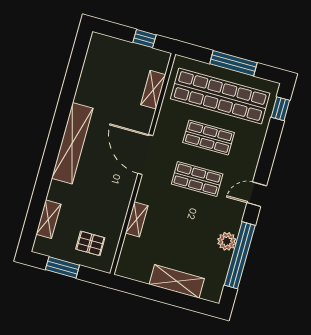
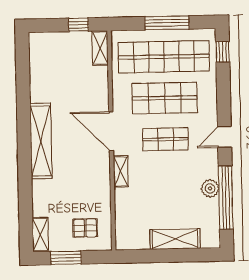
shelving: (153, 90) -> (100, 48), moved
shop shelf: (209, 137) -> (165, 98), width x1.43, depth x1.36
shelving: (48, 219) -> (40, 235), moved
shelving: (137, 219) -> (121, 171), moved

